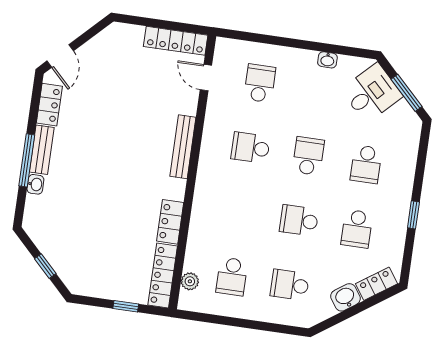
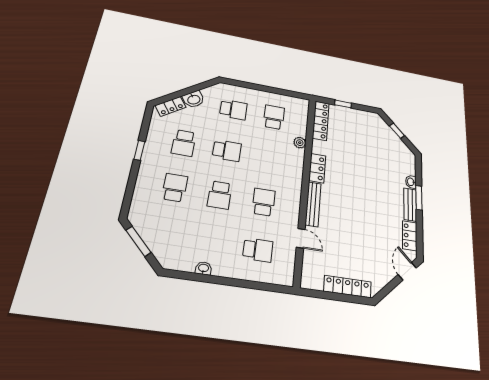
locker: (176, 41) -> (347, 287), moved
door: (206, 78) -> (301, 238), moved
school desk: (260, 83) -> (258, 250), turned -90
desk: (372, 93) -> (168, 241), removed
school desk: (250, 148) -> (264, 202), turned -90
window: (27, 160) -> (419, 198), width x0.69
locker: (170, 222) -> (317, 168), moved
school desk: (357, 229) -> (184, 143), turned 180
plant: (190, 281) -> (300, 143), moved

